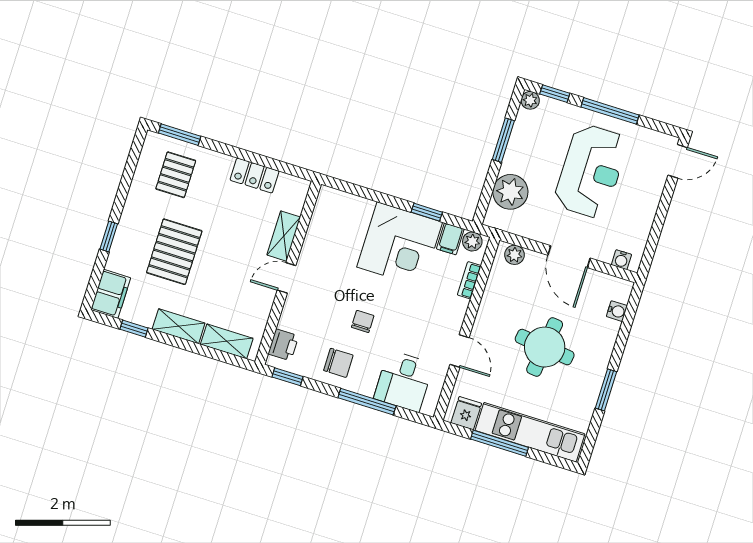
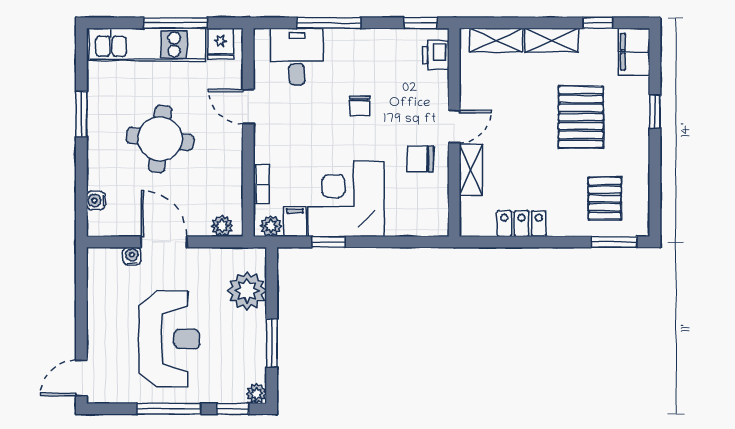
reception desk: (591, 171) -> (169, 339), turned 180
water cooler: (621, 260) -> (132, 256), moved
chair: (338, 363) -> (420, 159), moved

